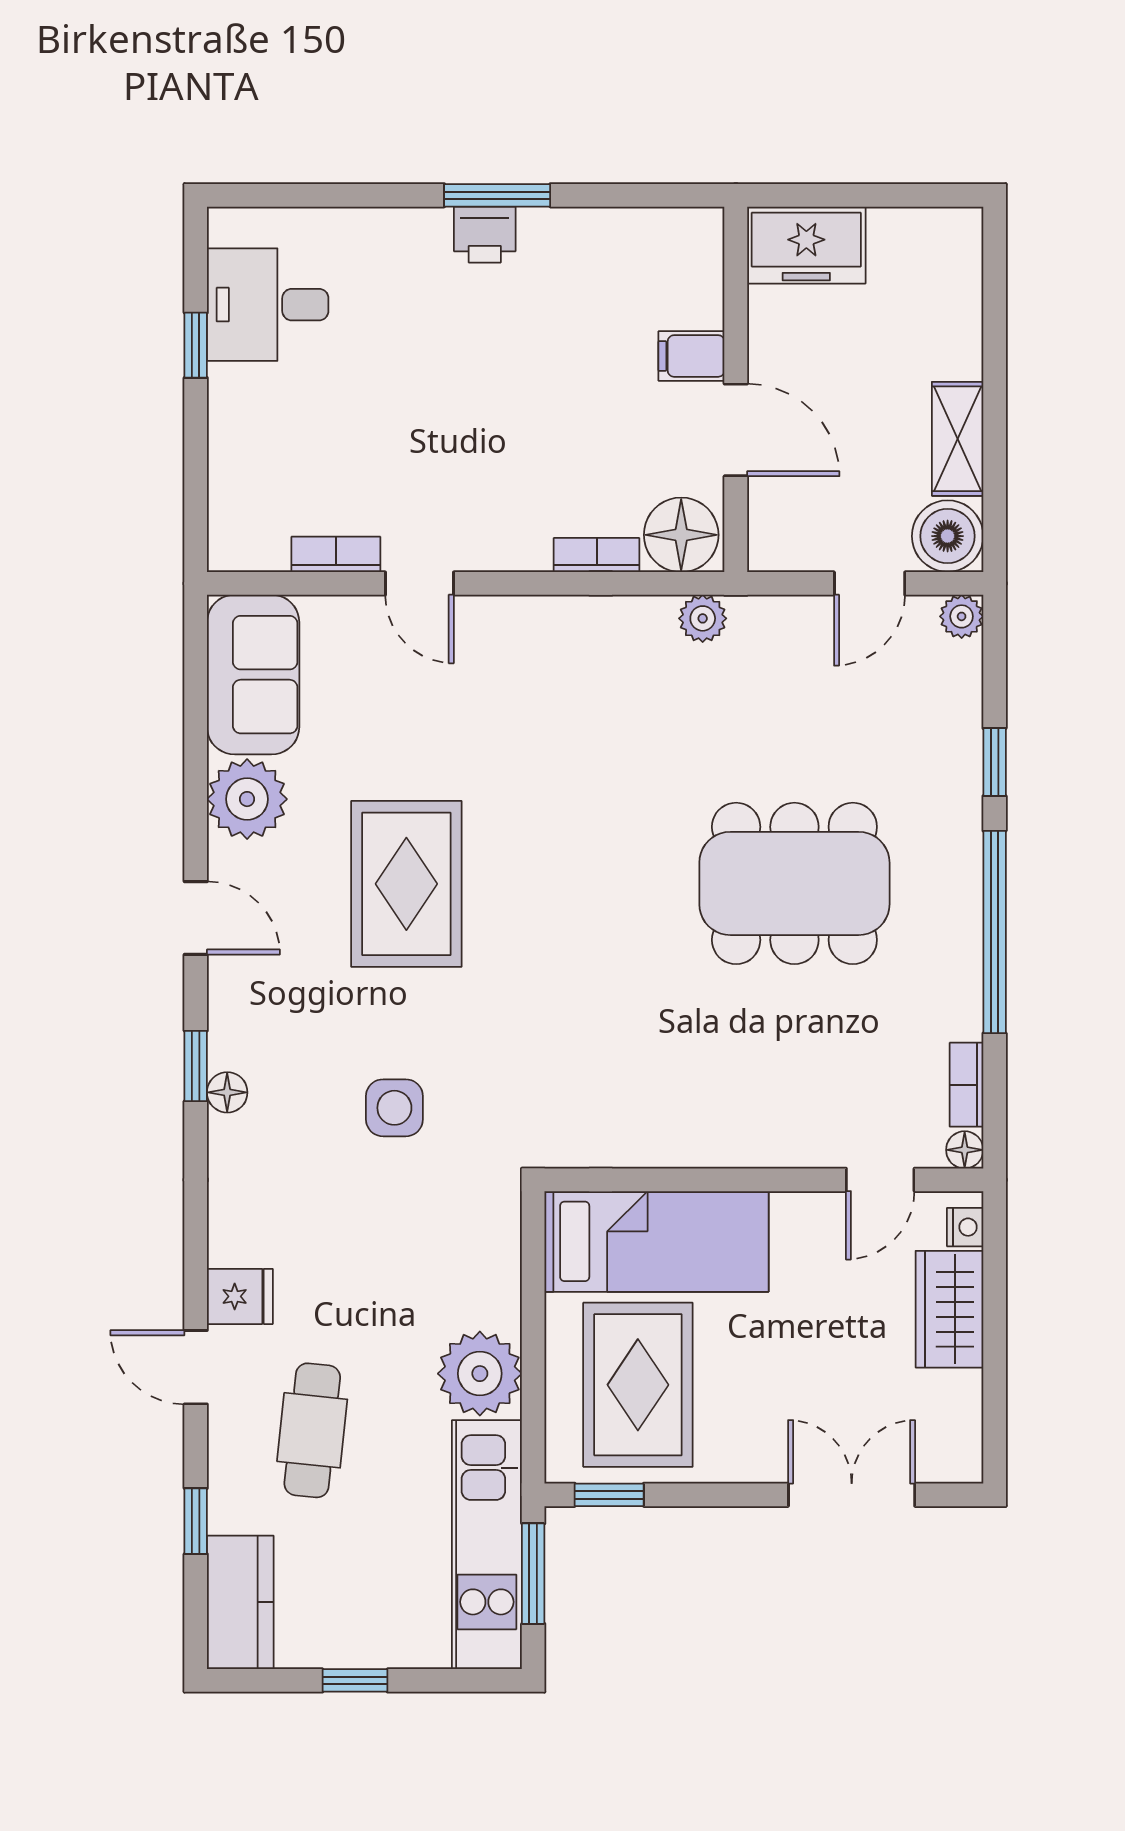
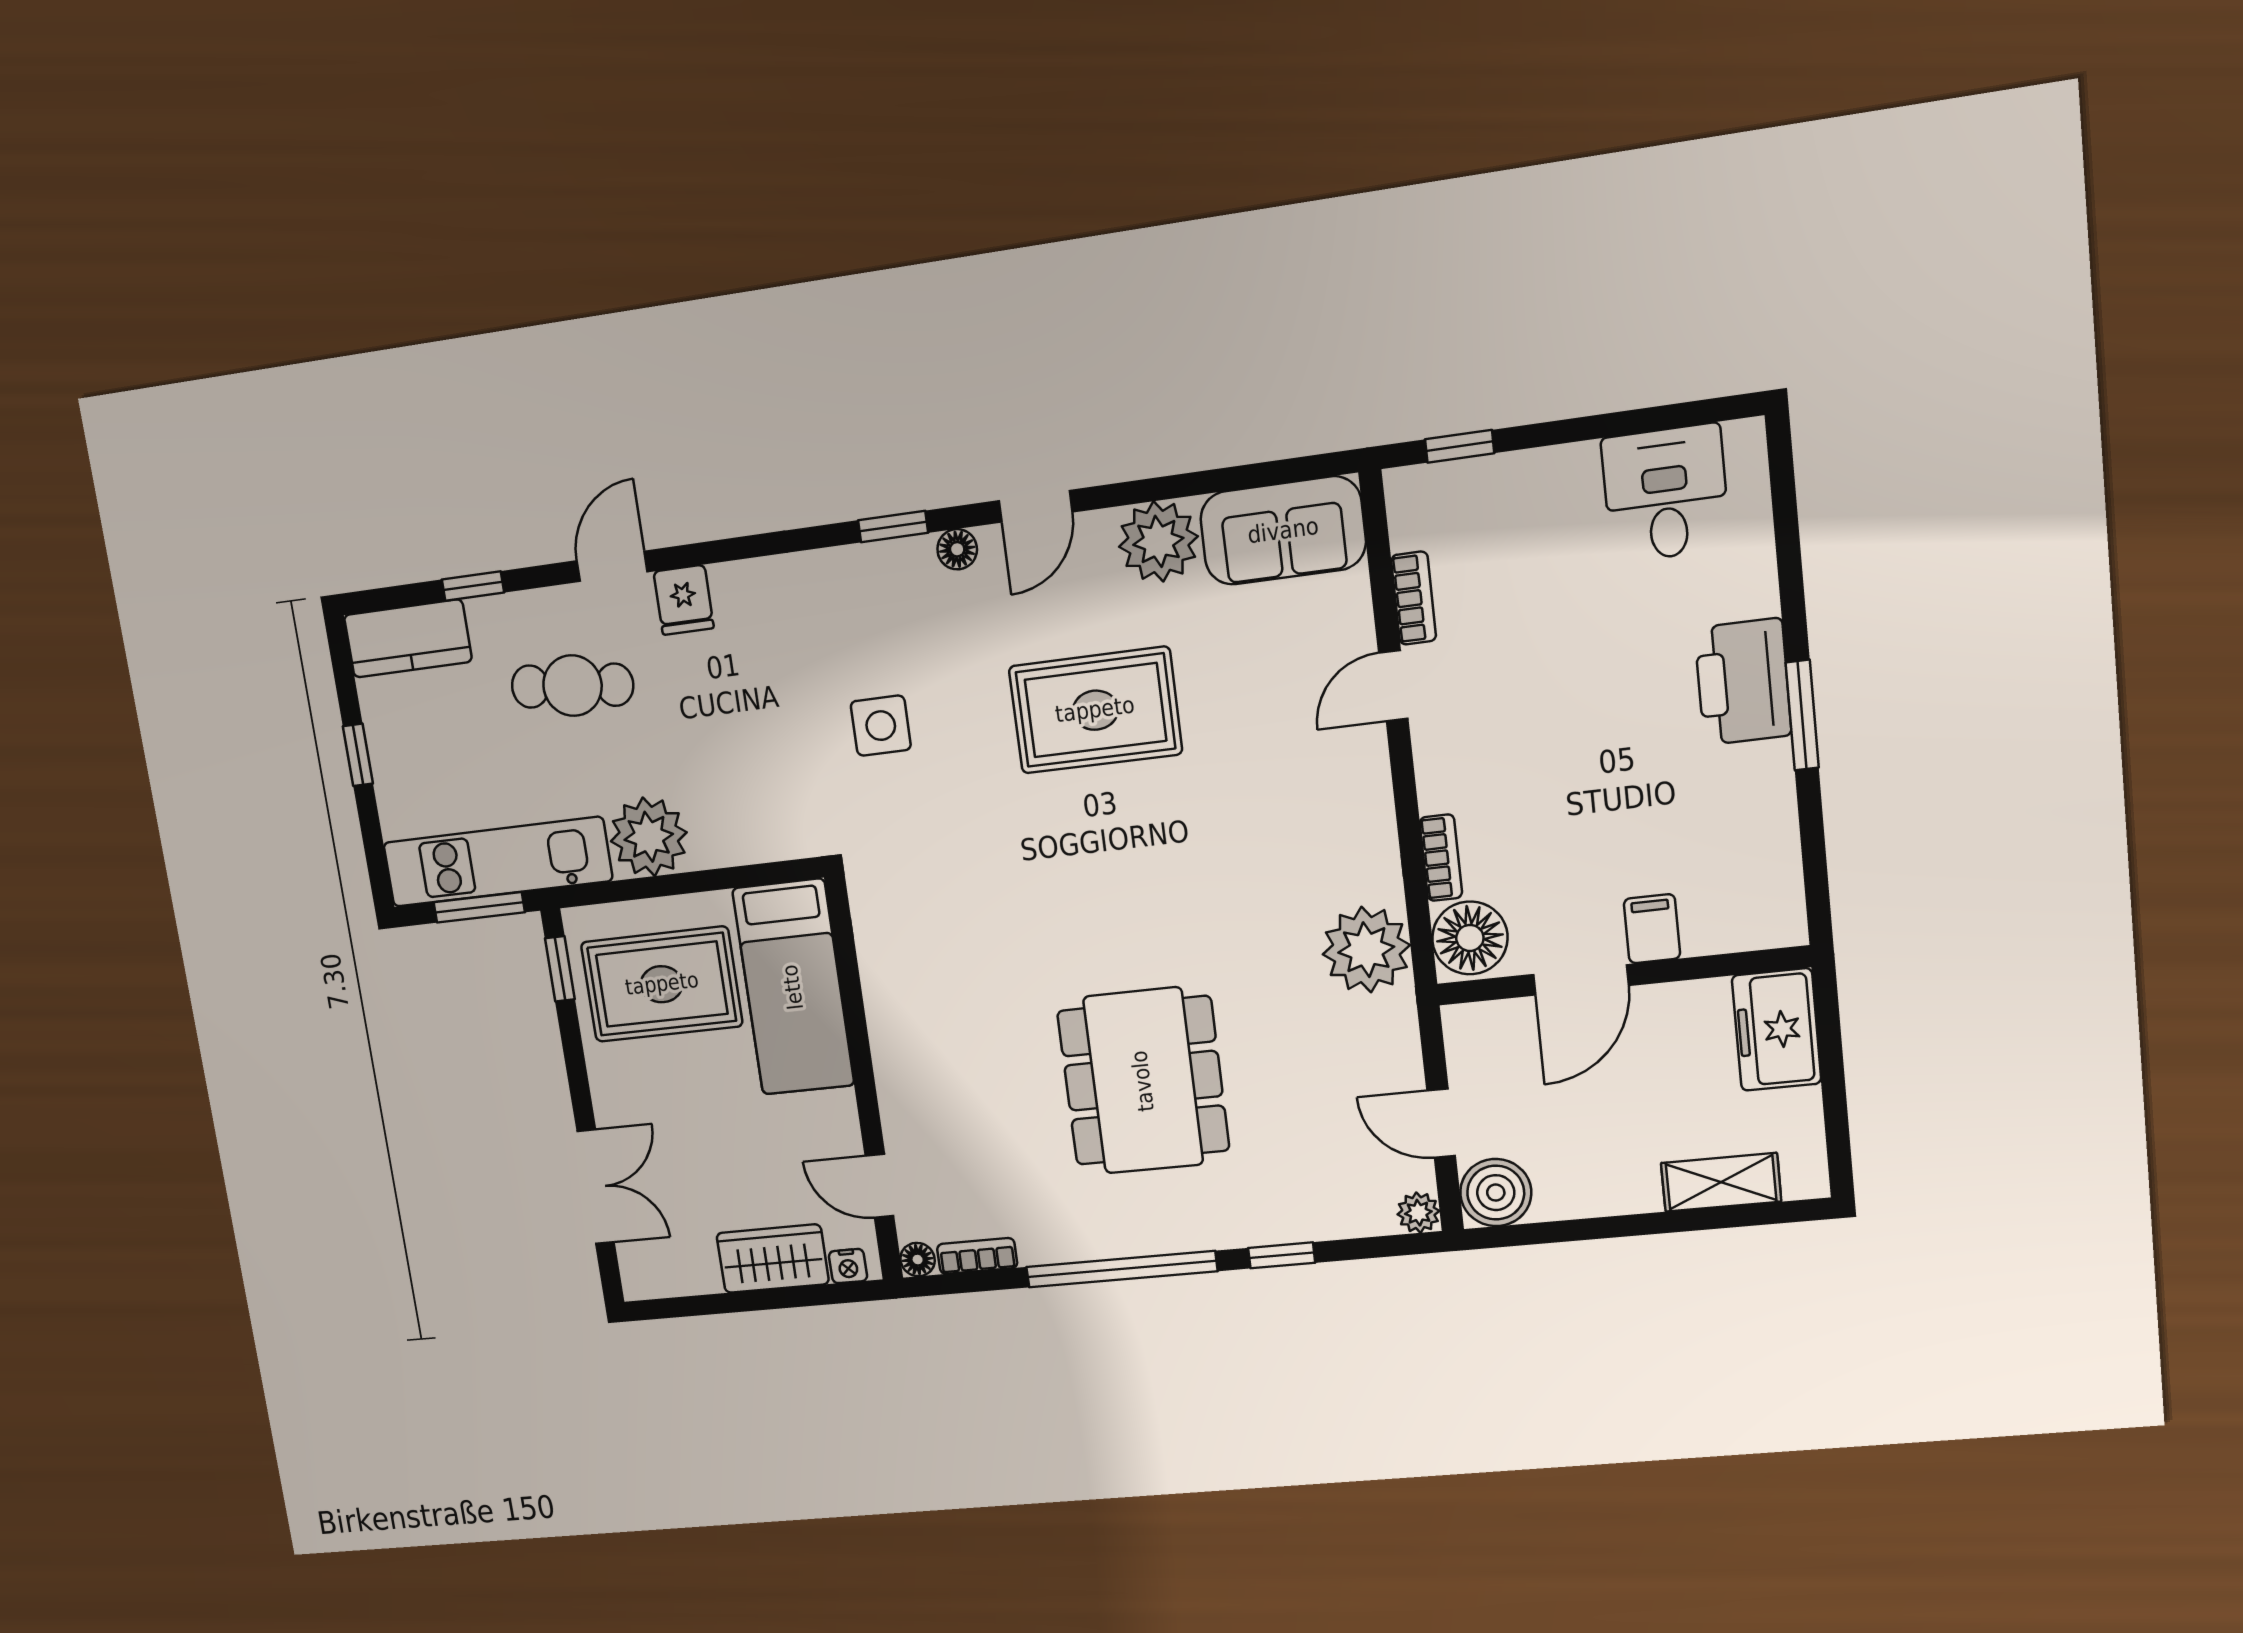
printer: (485, 235) -> (1743, 682), width x1.87, depth x1.48
window: (196, 345) -> (1460, 446), moved
shelving: (958, 439) -> (1721, 1182), moved
plant: (703, 618) -> (1366, 950), width x1.88, depth x1.88
floor lamp: (227, 1092) -> (957, 549), moved

